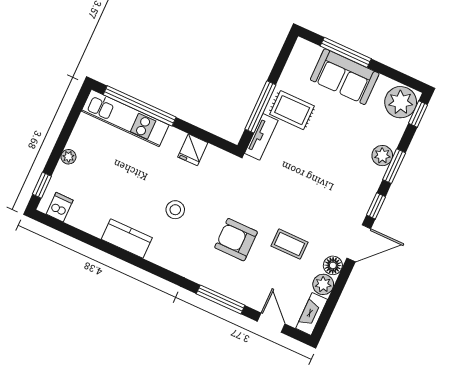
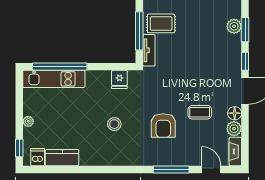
fridge: (193, 150) -> (119, 79), moved
kitchen counter: (127, 239) -> (62, 158), moved
armchair: (236, 240) -> (163, 125), turned -90

